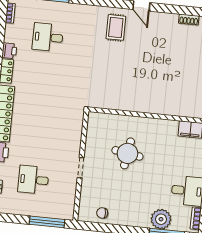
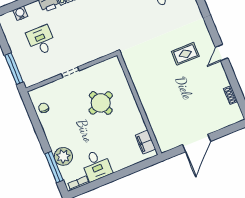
rug: (116, 27) -> (185, 54), moved
round table: (127, 153) -> (101, 103), turned -31

